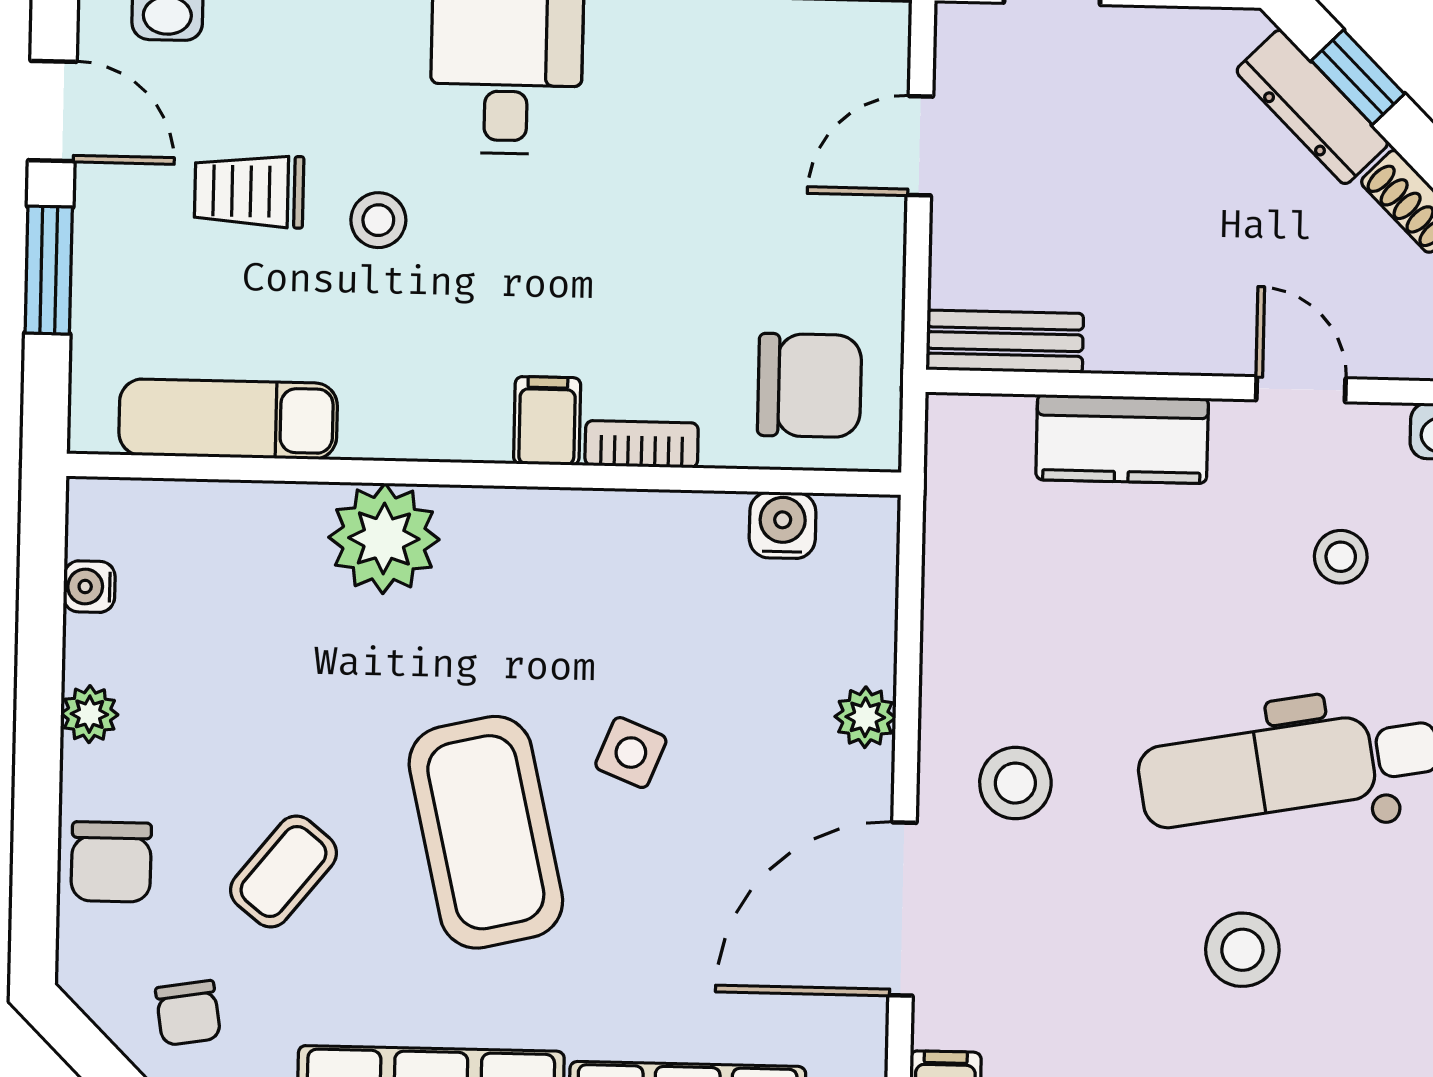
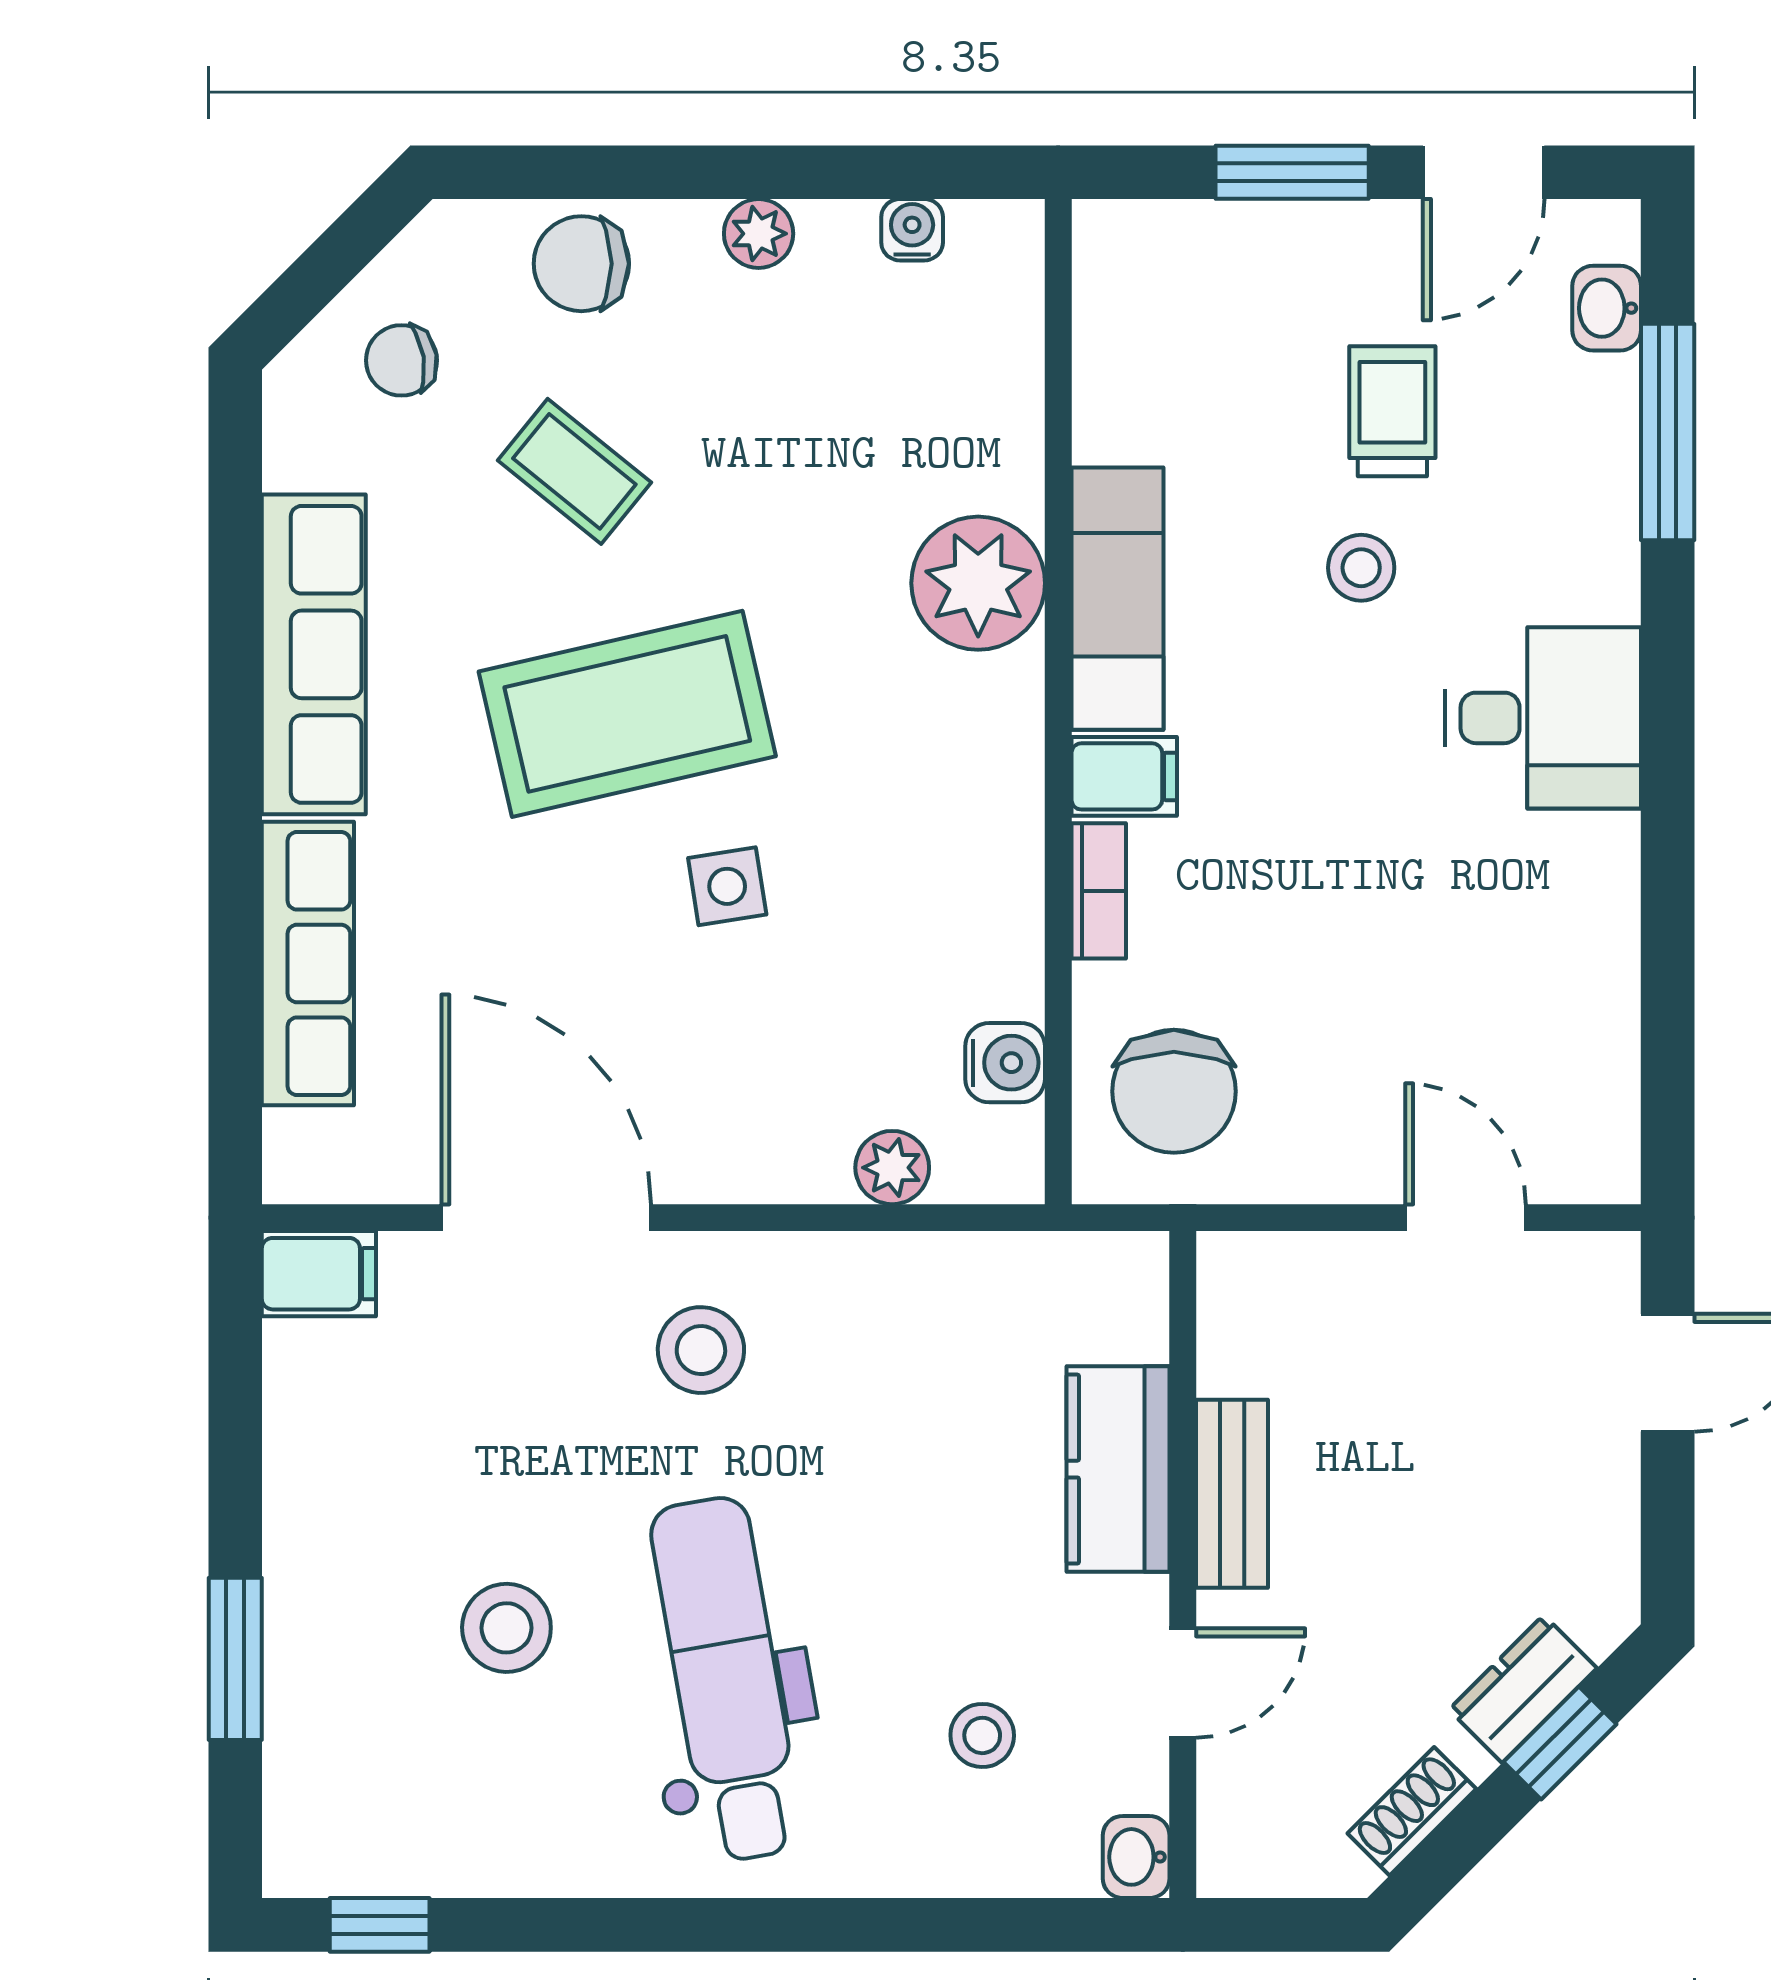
dresser: (1312, 107) -> (1523, 1689), width x0.70
bench: (1005, 342) -> (1232, 1494), moved
exam couch: (228, 419) -> (1117, 599), moved
plant: (865, 717) -> (892, 1168), moved
side table: (631, 753) -> (727, 886), turned -31

